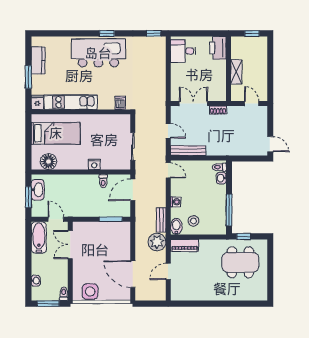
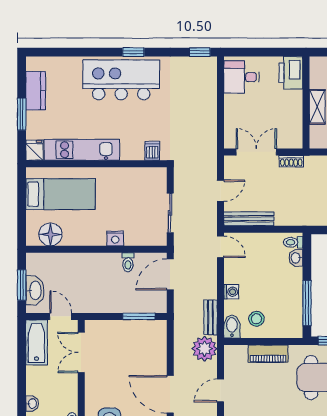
door: (168, 131) -> (221, 191), hinge flipped
washbasin: (38, 190) -> (35, 290), moved
piano: (185, 246) -> (268, 354), moved

